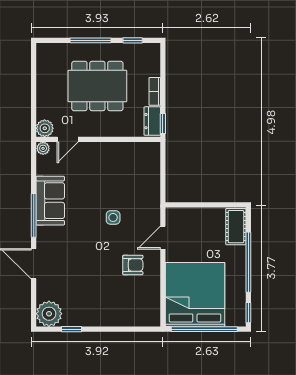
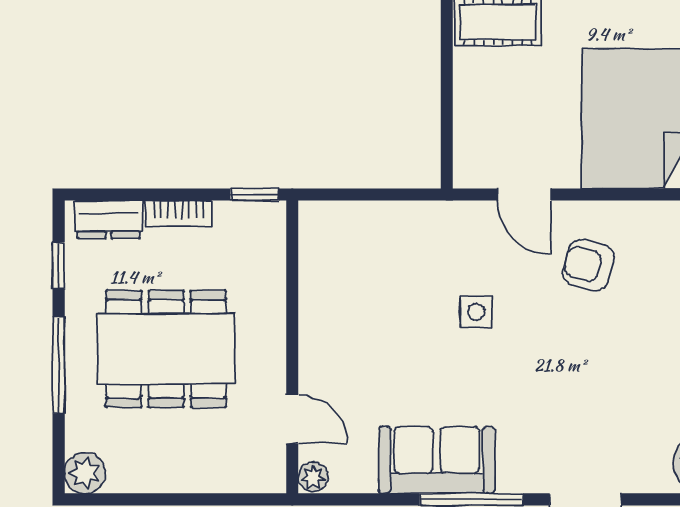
dining table: (97, 86) -> (166, 349), turned 90
dresser: (152, 121) -> (109, 219), moved
plant: (45, 128) -> (85, 473), moved
armchair: (133, 265) -> (588, 265), turned -75

